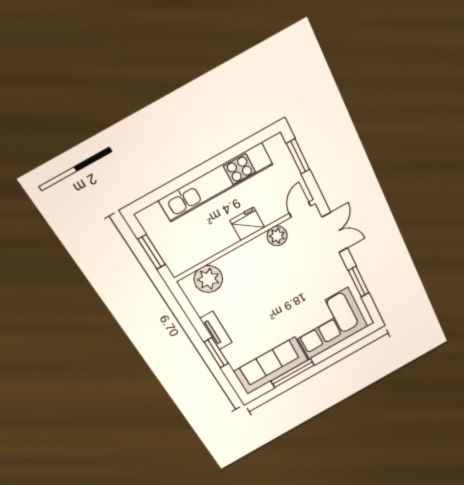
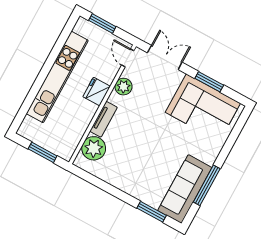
corner sofa: (328, 324) -> (203, 108), moved, turned -90
tv unit: (216, 330) -> (104, 119), moved, turned 90
window: (216, 353) -> (152, 212), moved

